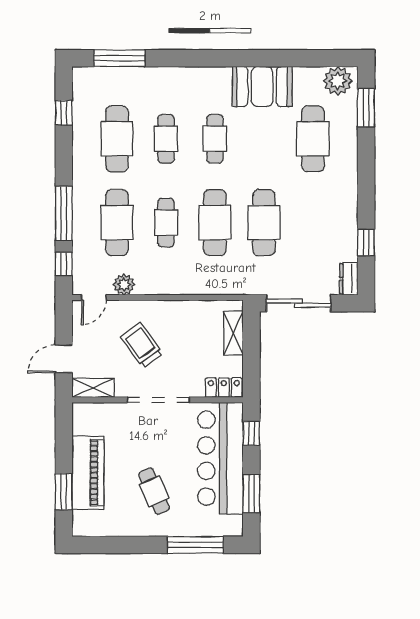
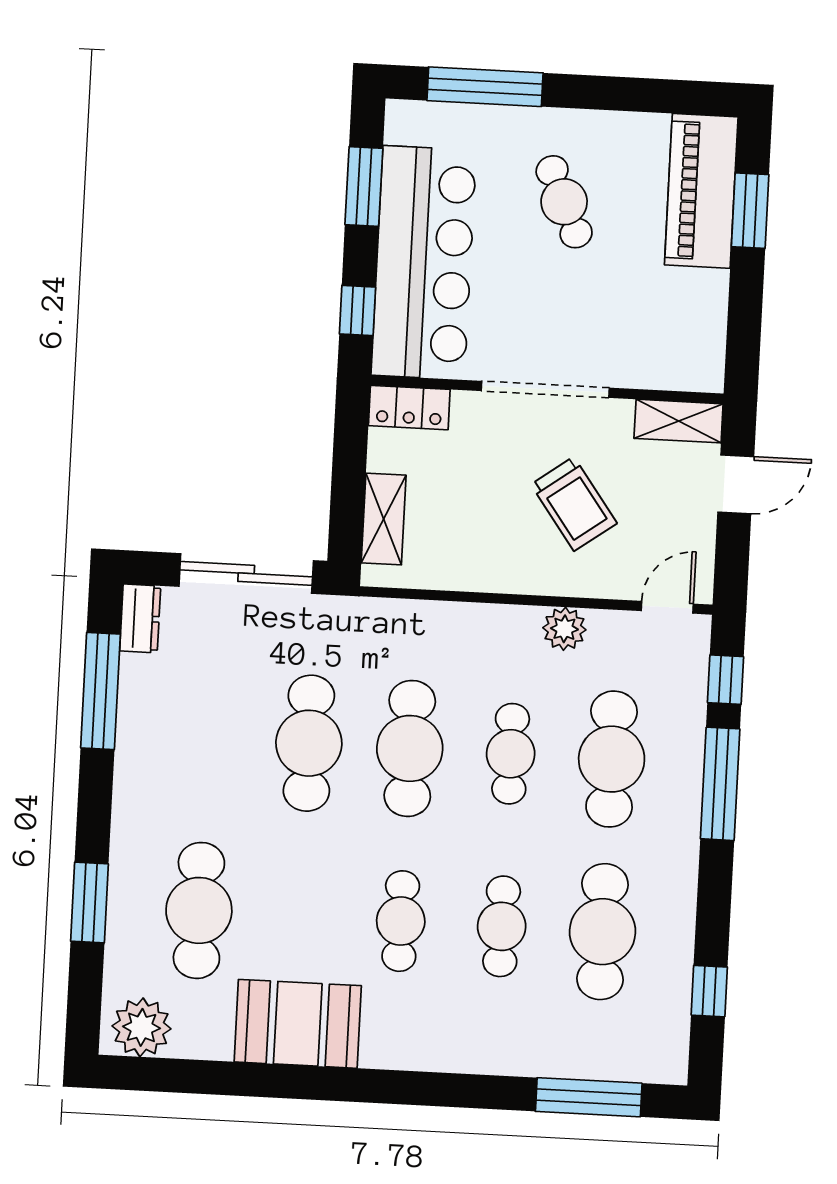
window: (366, 108) -> (89, 903), moved
window: (366, 243) -> (101, 691), width x2.17
plant: (124, 284) -> (564, 629), moved
piano: (88, 473) -> (701, 191), moved

